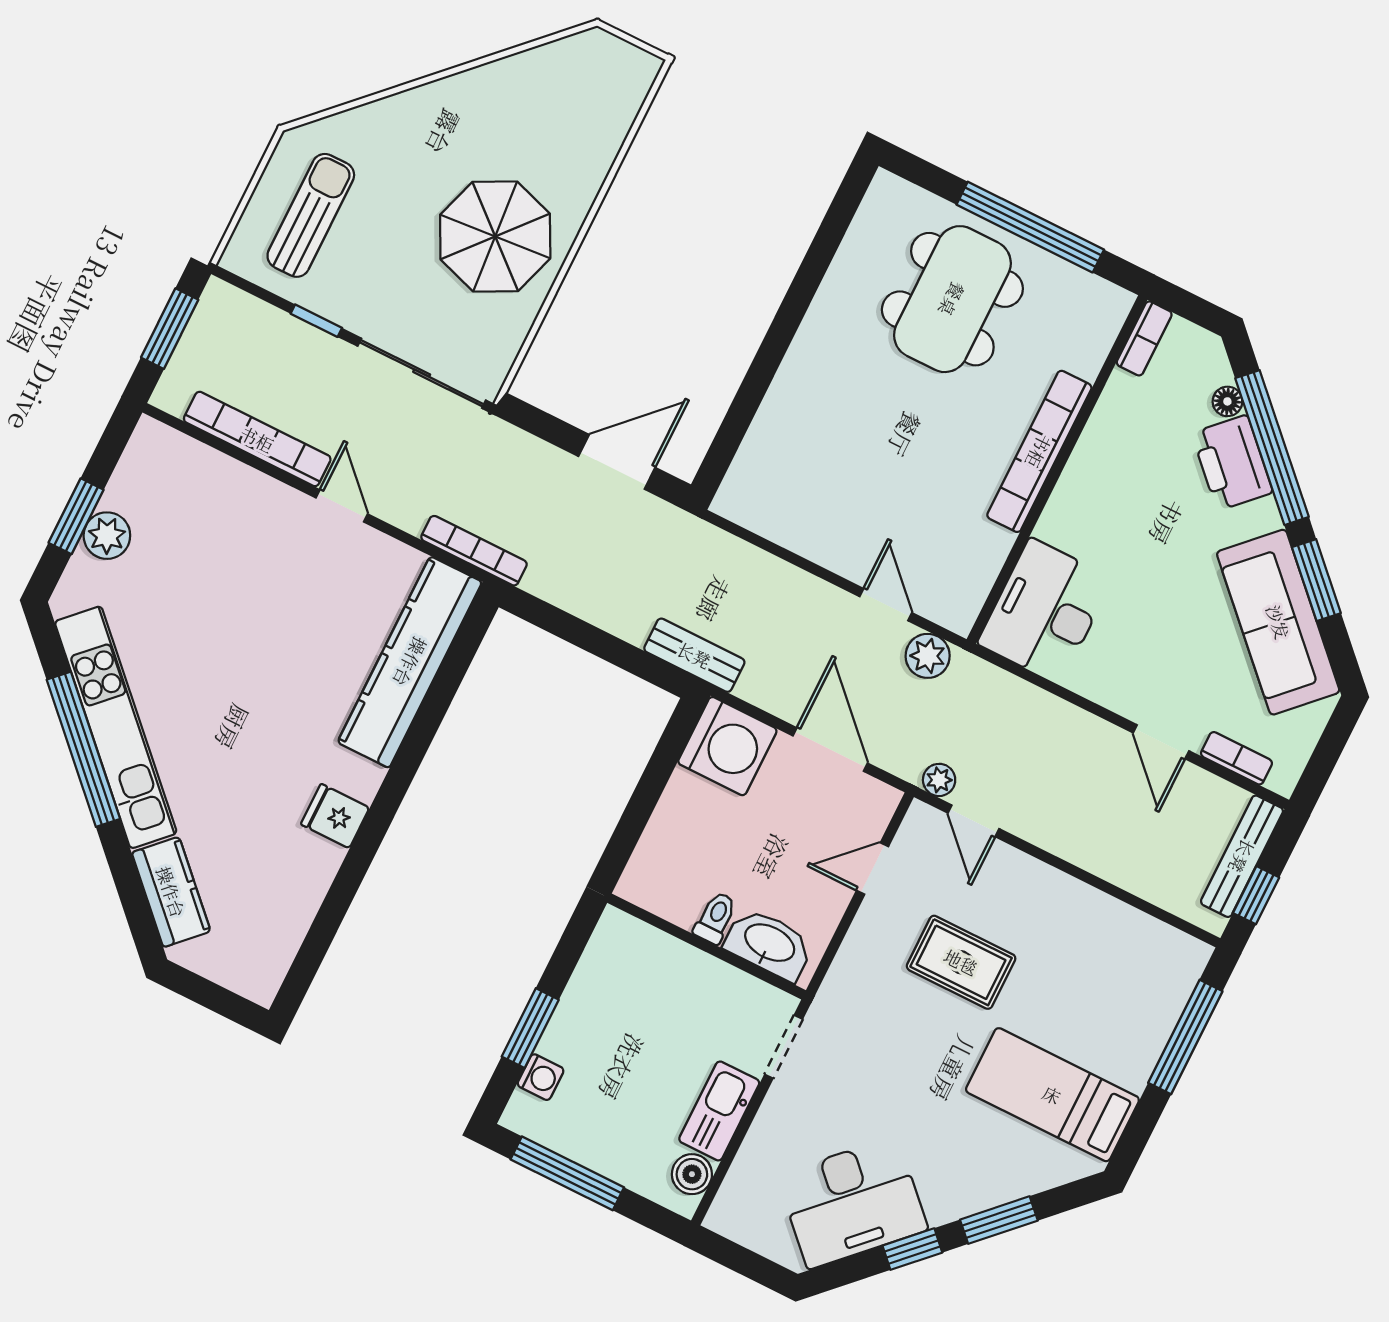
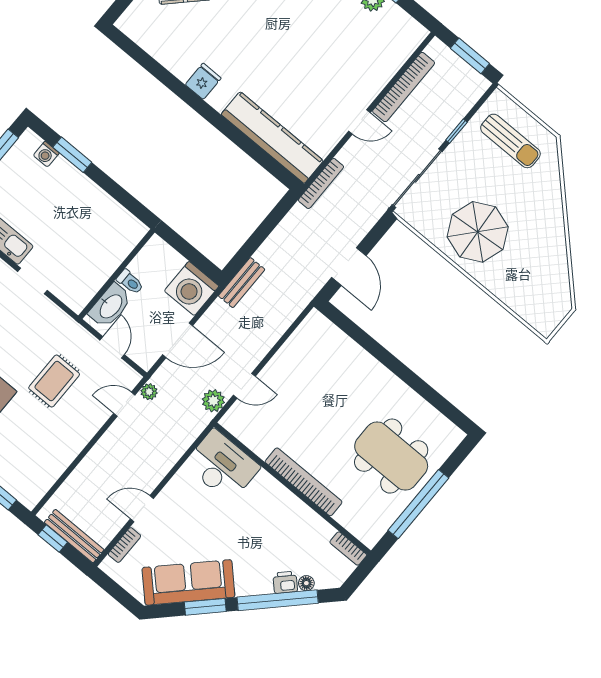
printer: (1232, 463) -> (285, 582), width x0.53, depth x0.68
toilet: (715, 918) -> (130, 282), moved
washbasin: (769, 944) -> (110, 306), moved
wall: (707, 947) -> (117, 274), moved

